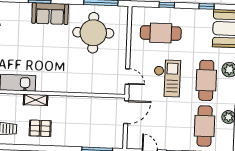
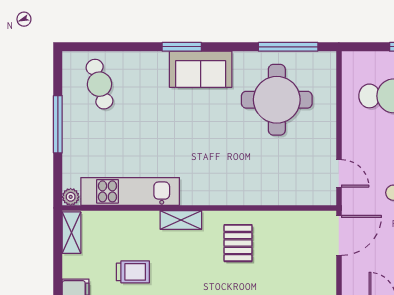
pallet: (40, 128) -> (238, 243), moved, turned 90

